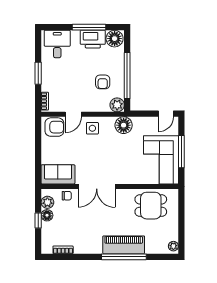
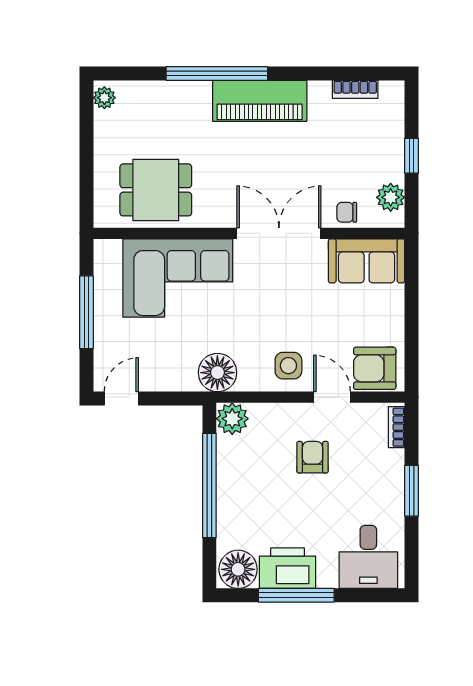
armchair: (103, 82) -> (313, 457), moved
door: (73, 114) -> (332, 397), hinge flipped
corner sofa: (161, 160) -> (178, 278), moved, turned 90
floor lamp: (47, 215) -> (392, 168), removed
piano: (124, 245) -> (260, 101), moved

